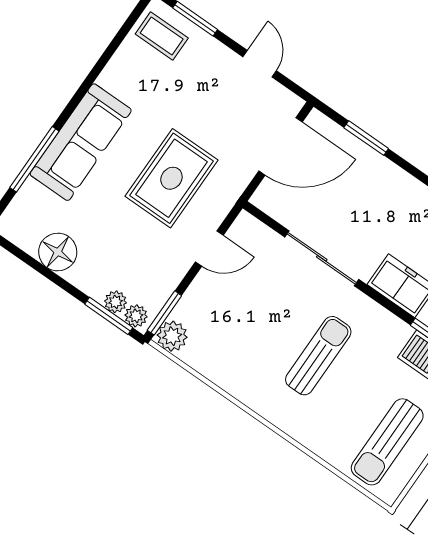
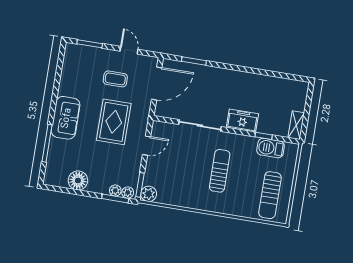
coffee table: (162, 36) -> (115, 79), moved
sofa: (81, 142) -> (66, 118), width x0.73

